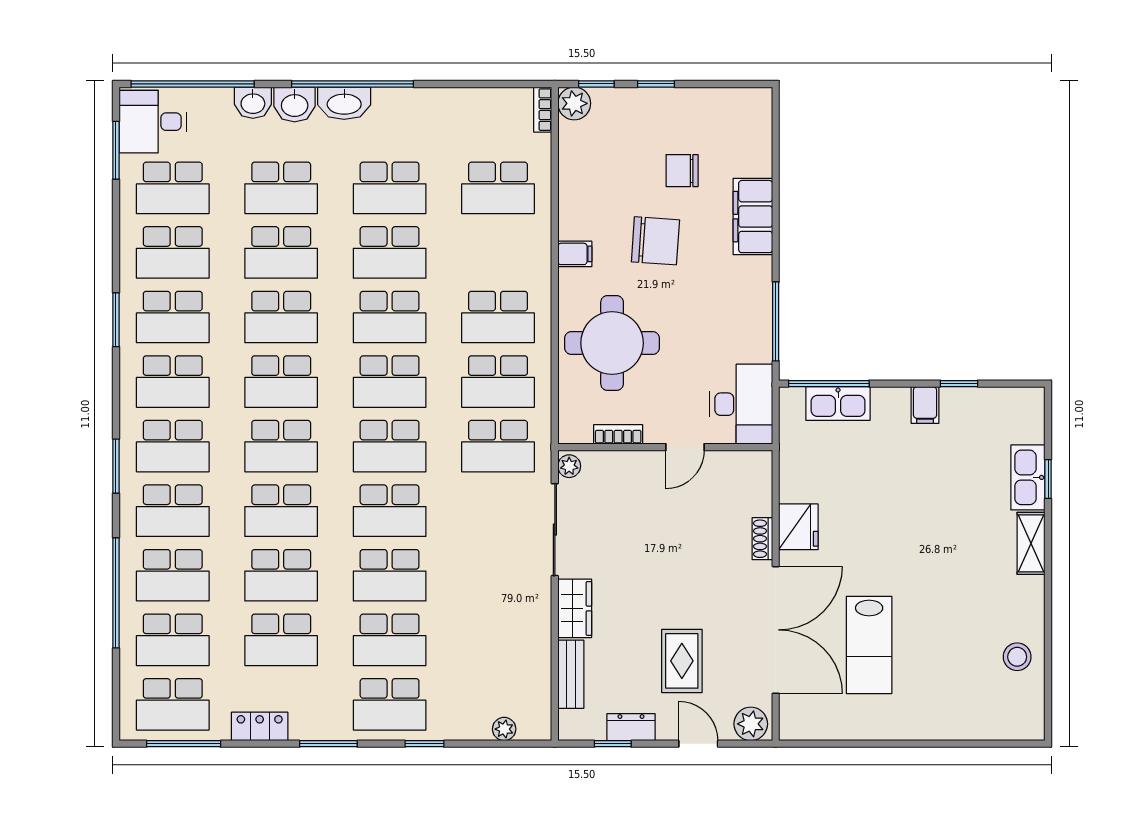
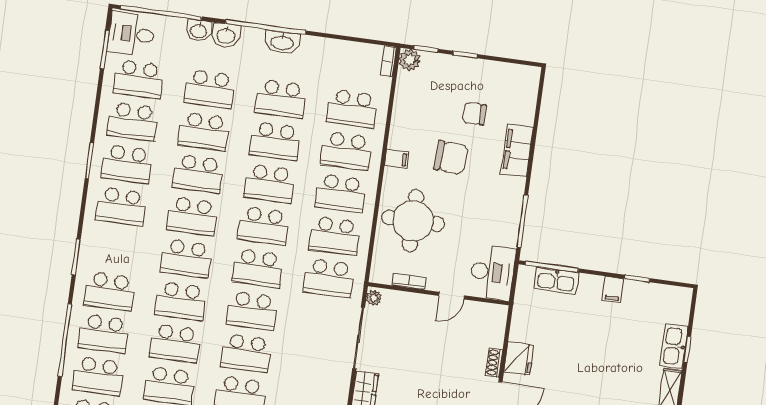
washbasin: (344, 103) -> (282, 42), moved
school desk: (173, 446) -> (346, 151), moved

